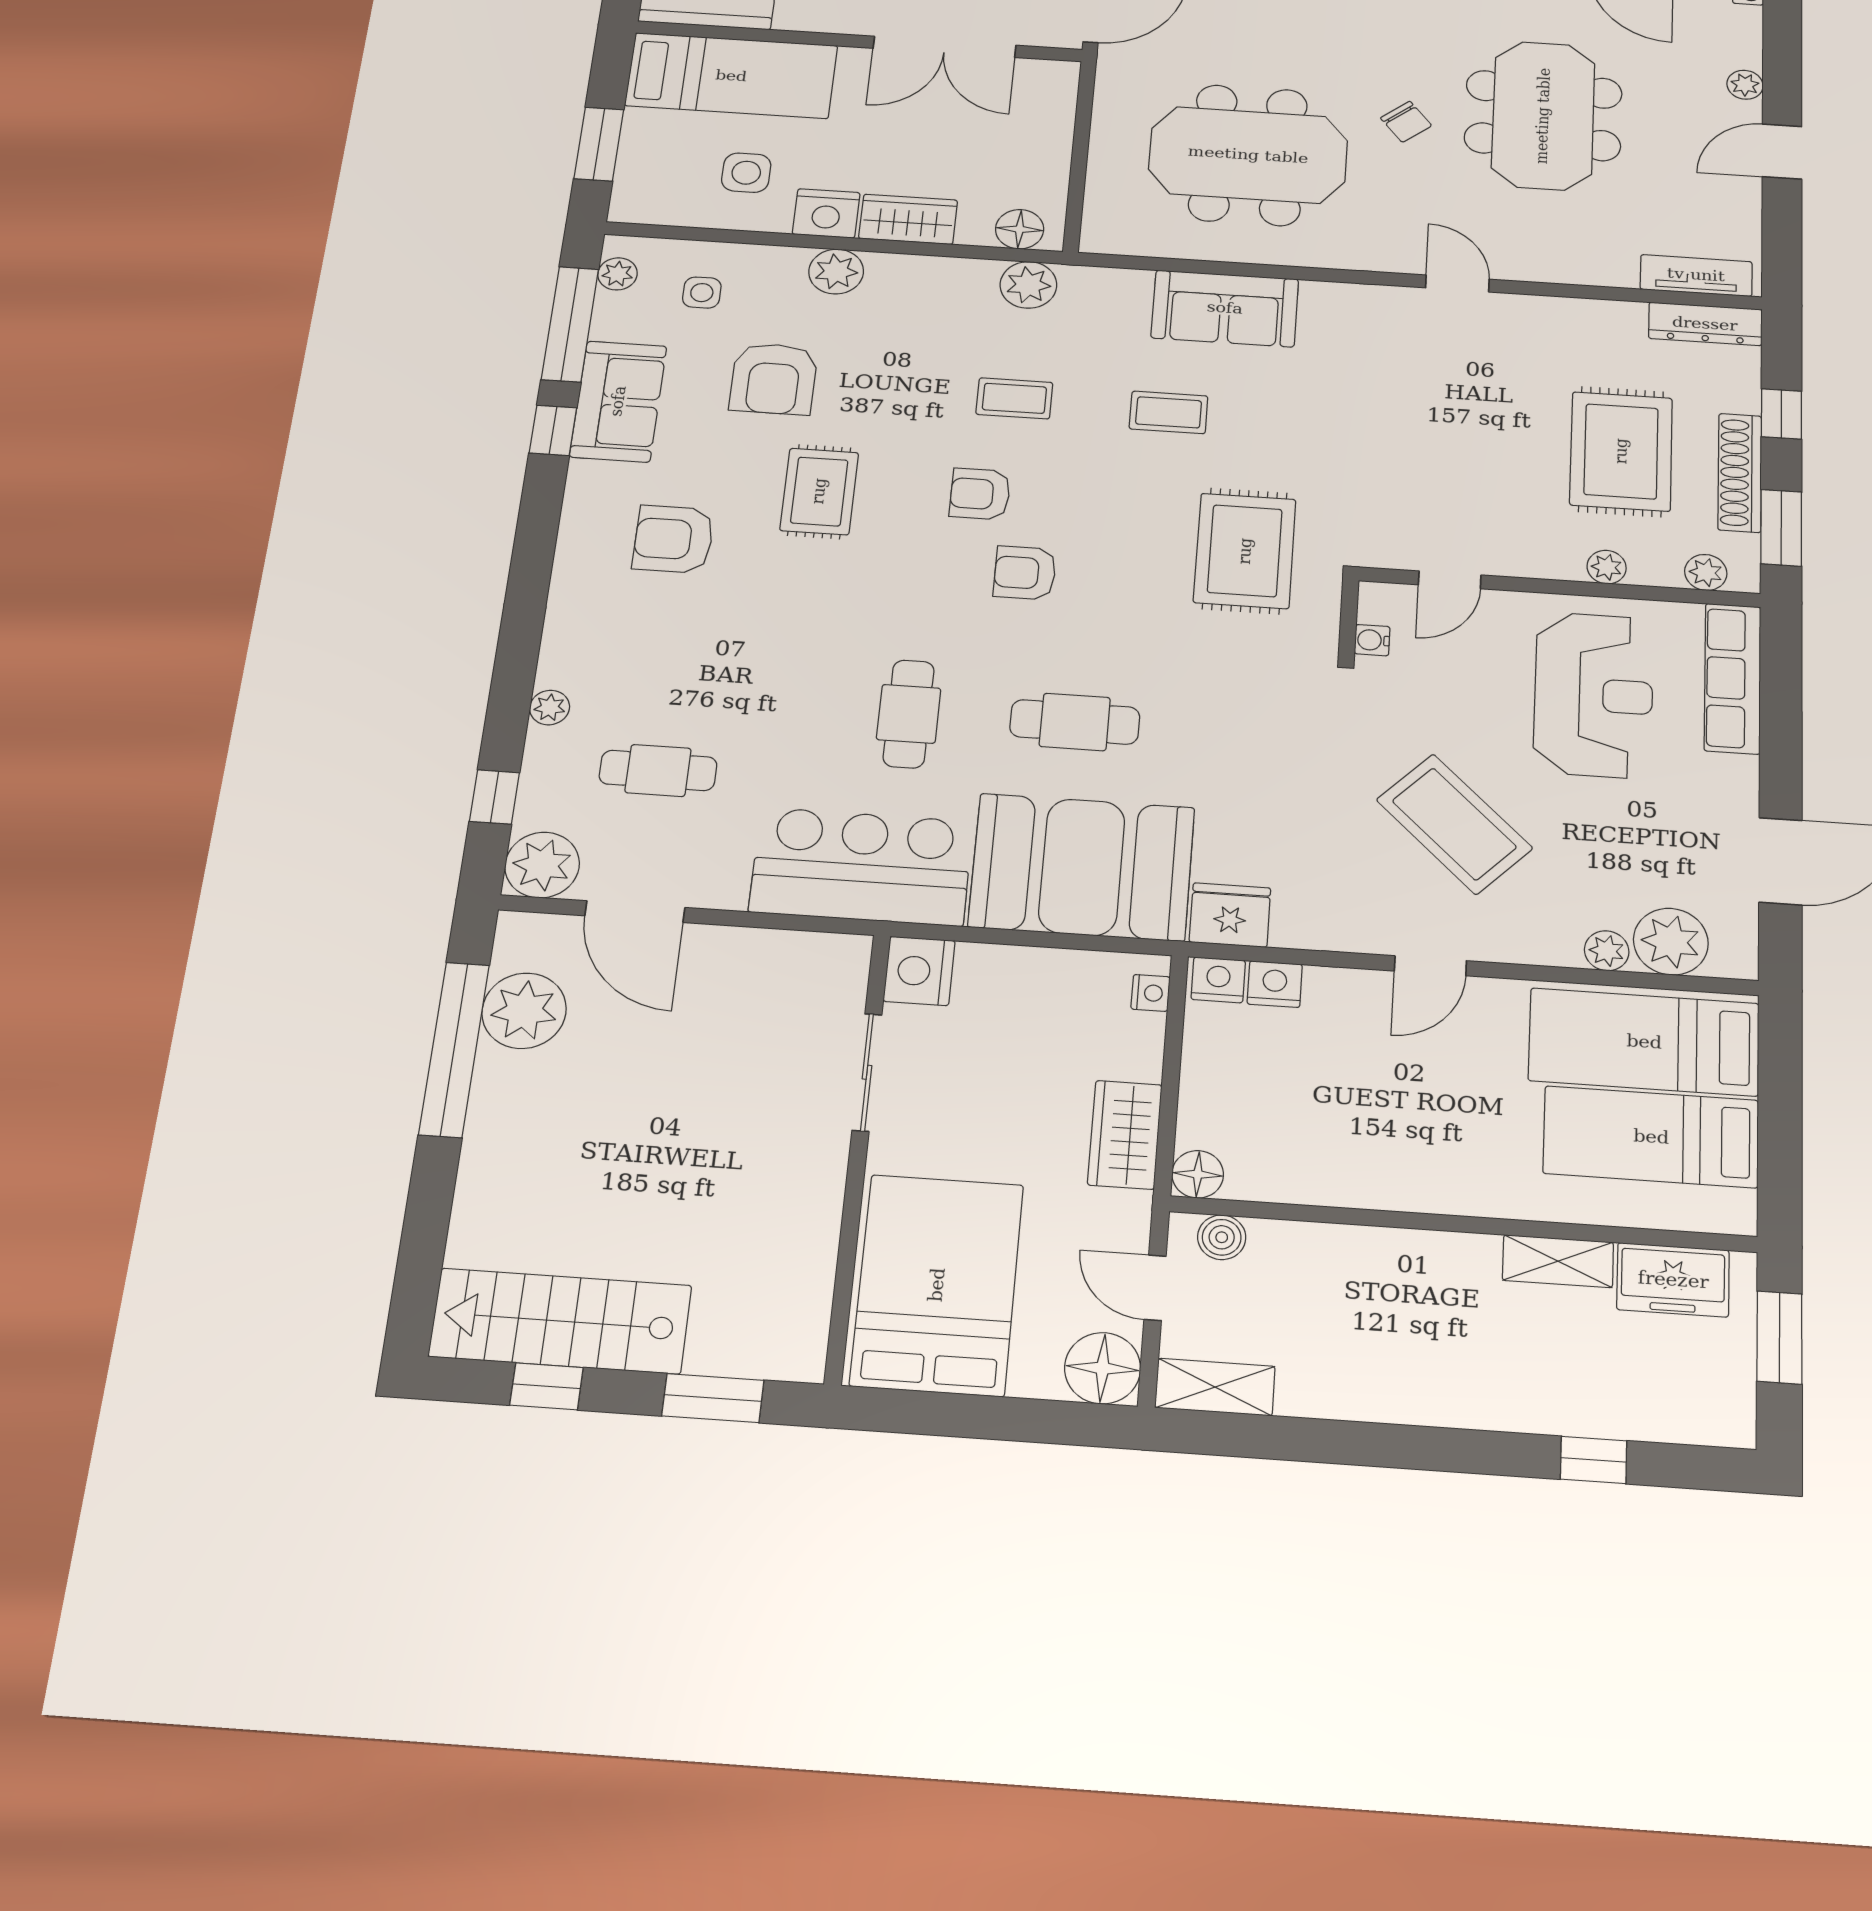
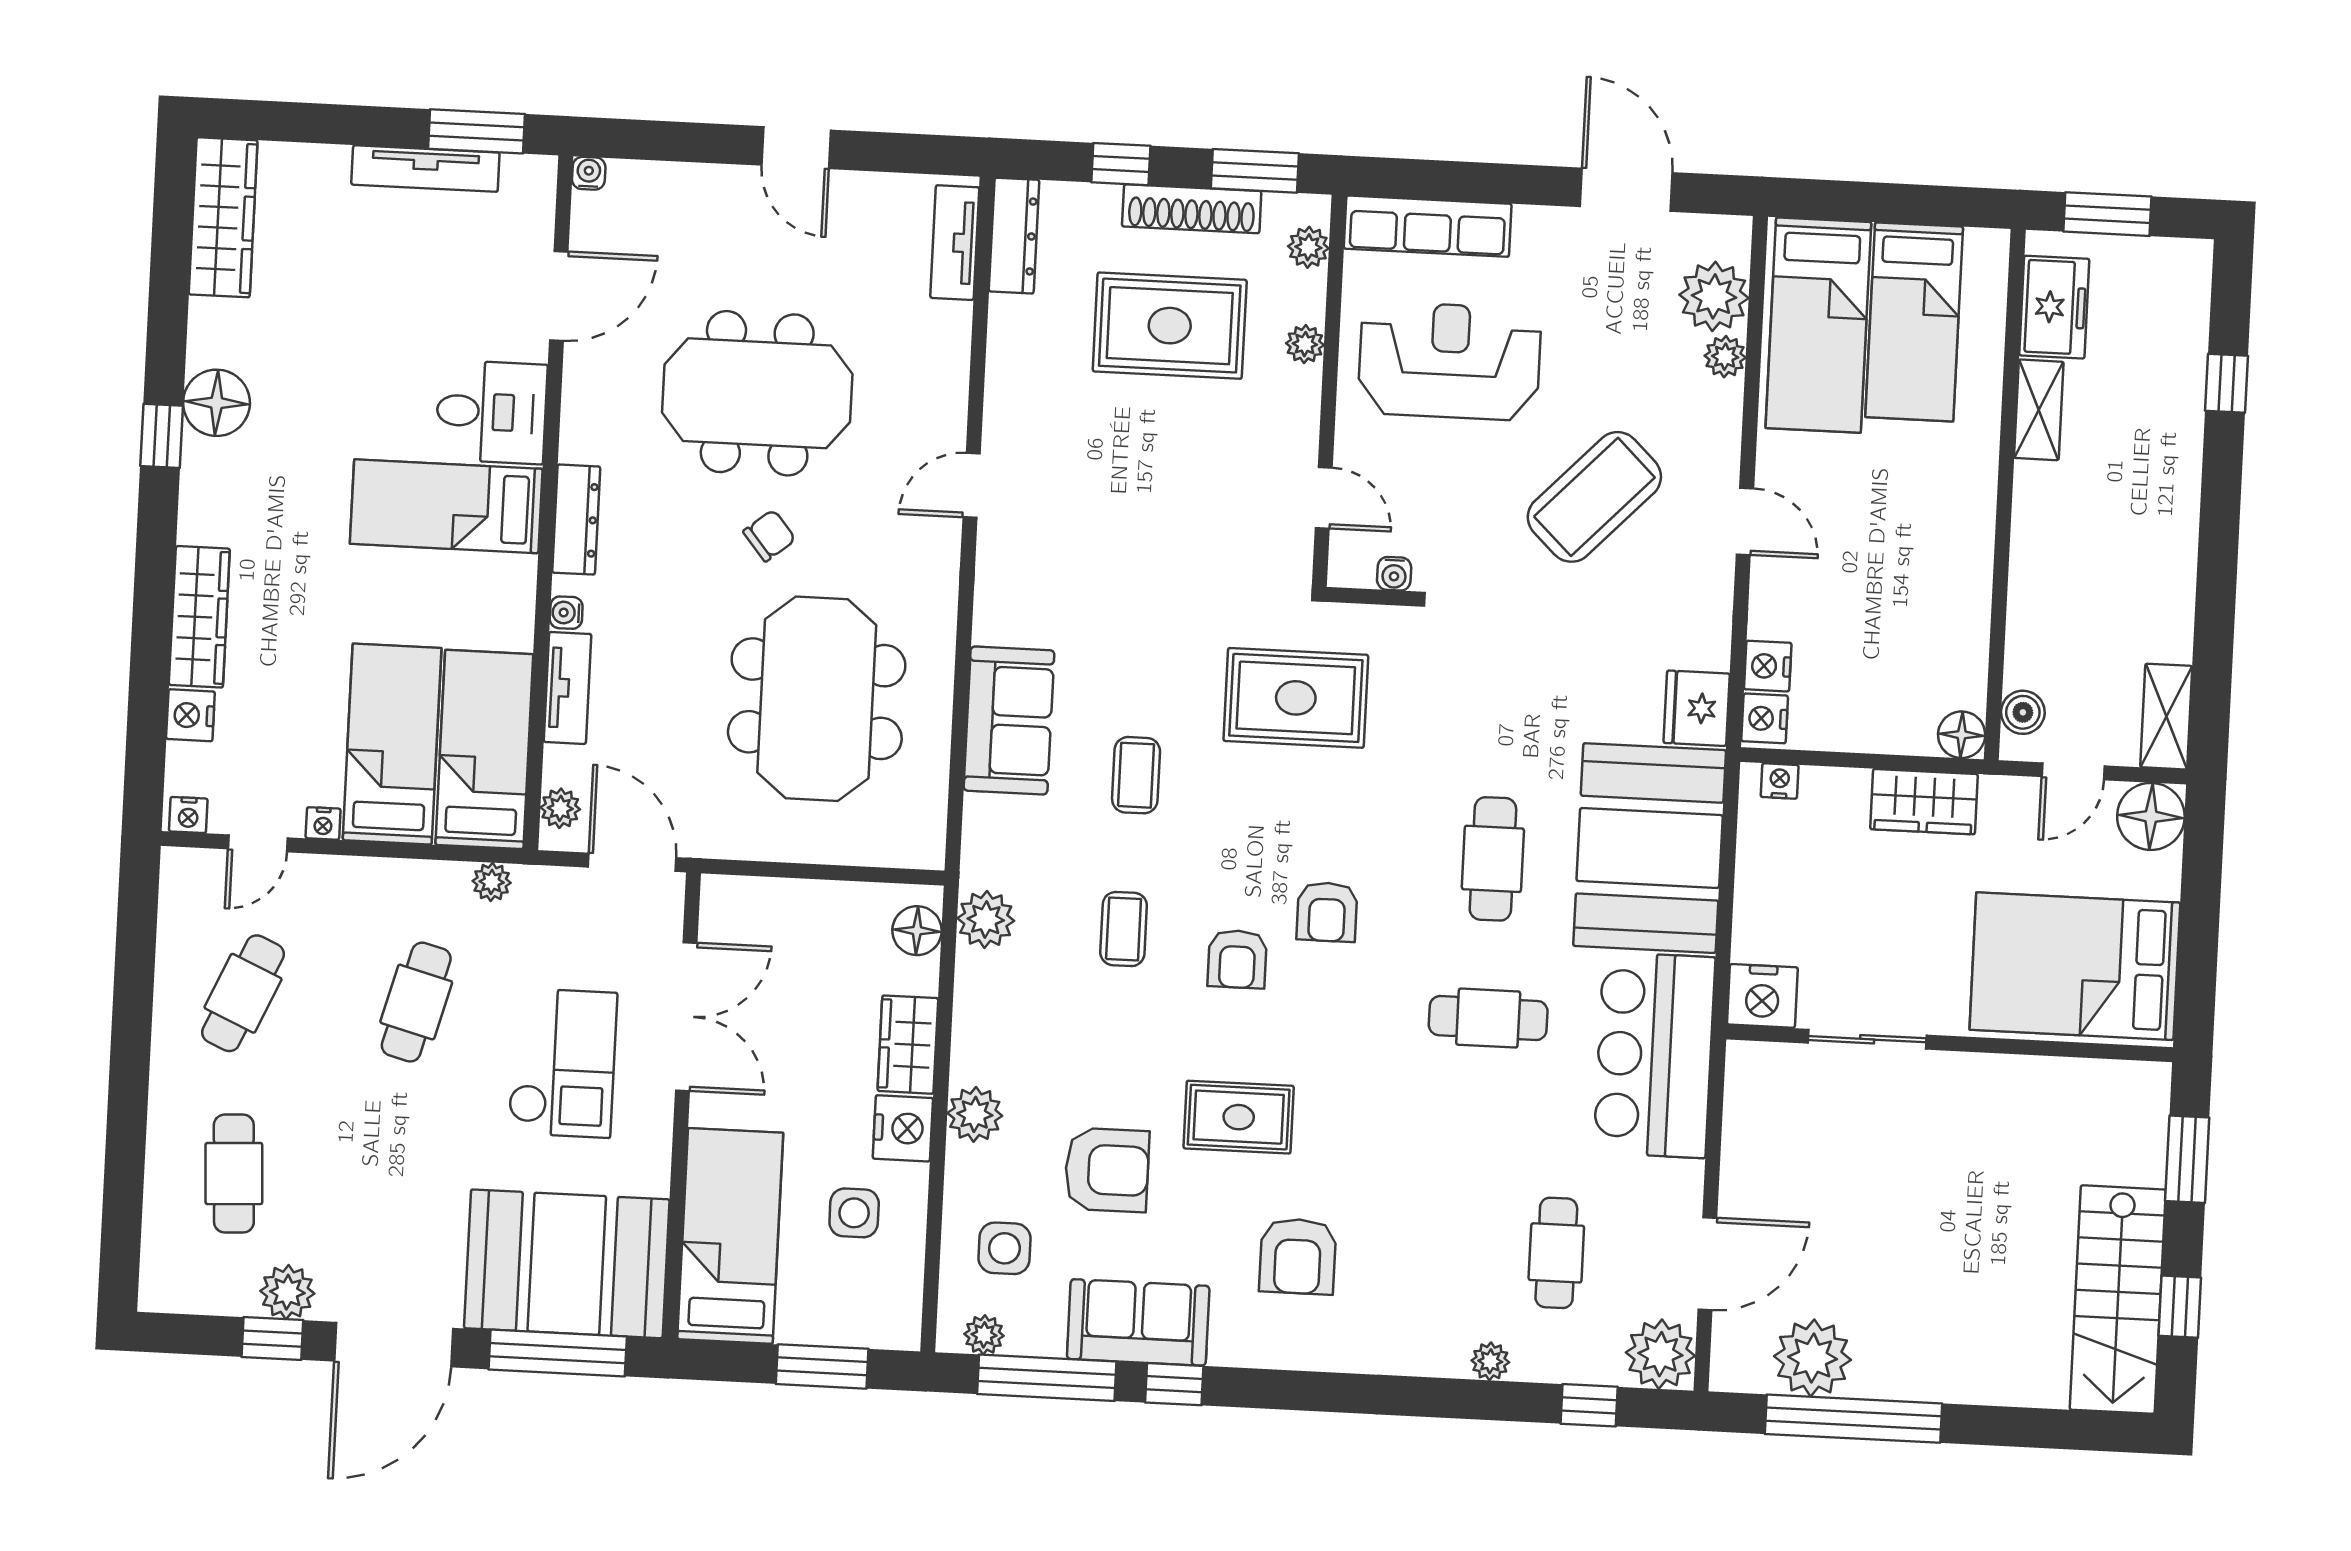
plant: (1745, 85) -> (711, 182), removed
side table: (702, 293) -> (1005, 1248), width x1.37, depth x1.37

